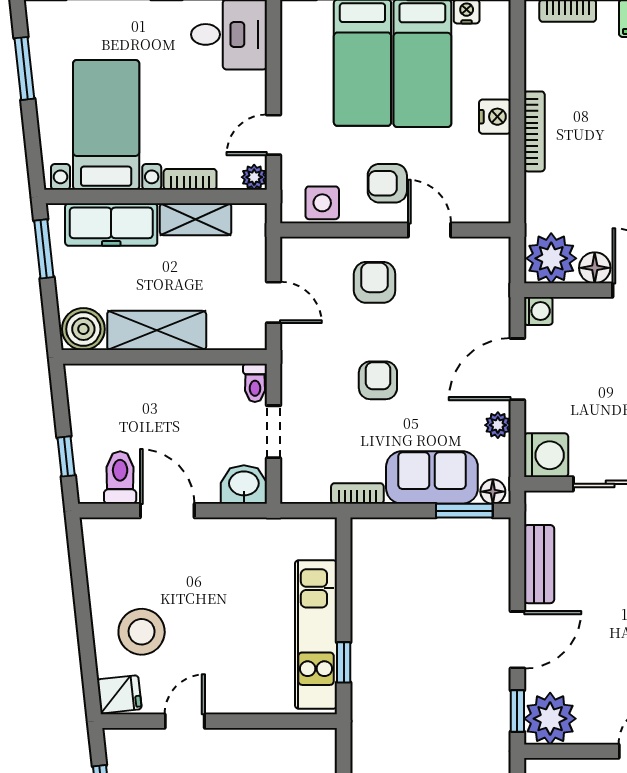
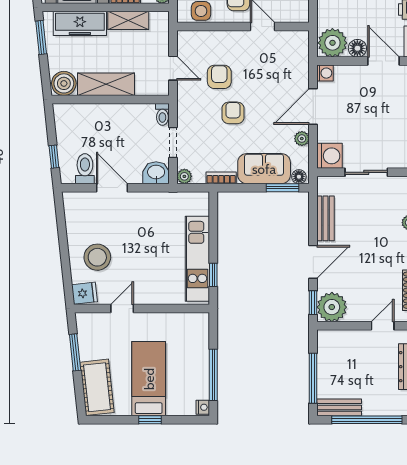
armchair: (375, 282) -> (219, 77), moved
plant: (293, 491) -> (184, 176), added

